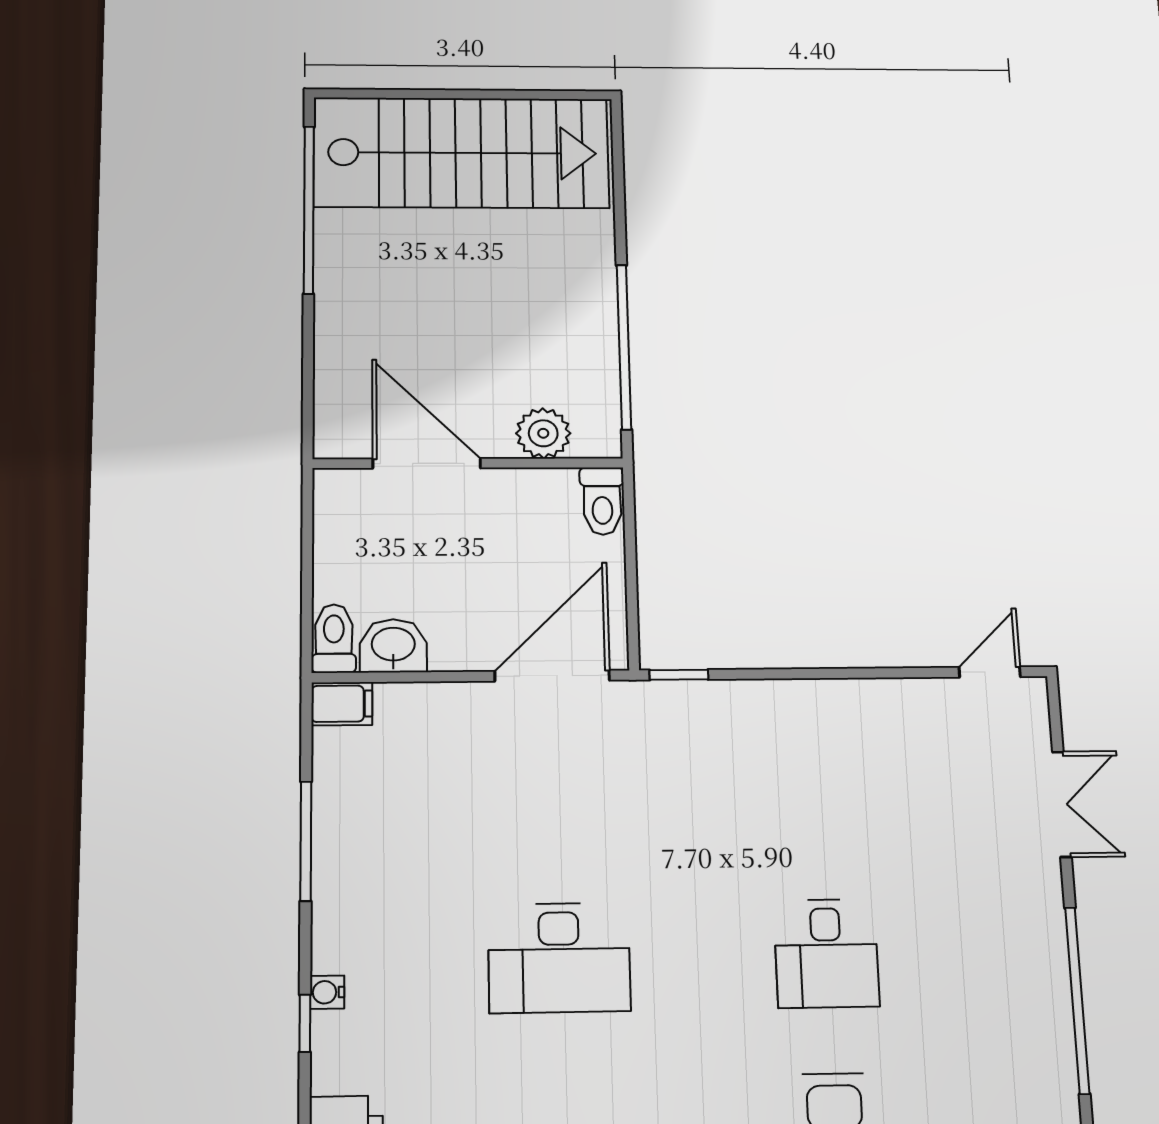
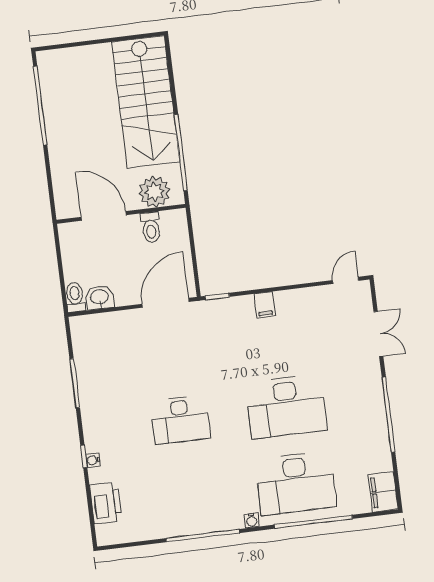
stairs: (461, 153) -> (146, 102), moved, turned 90
plant: (543, 433) -> (154, 192), width x1.36, depth x1.36
toilet: (602, 501) -> (151, 227), moved
filing cabinet: (342, 704) -> (265, 305), moved, turned 90
desk: (826, 953) -> (286, 406), width x1.87, depth x1.30
water cooler: (327, 992) -> (93, 460), moved

